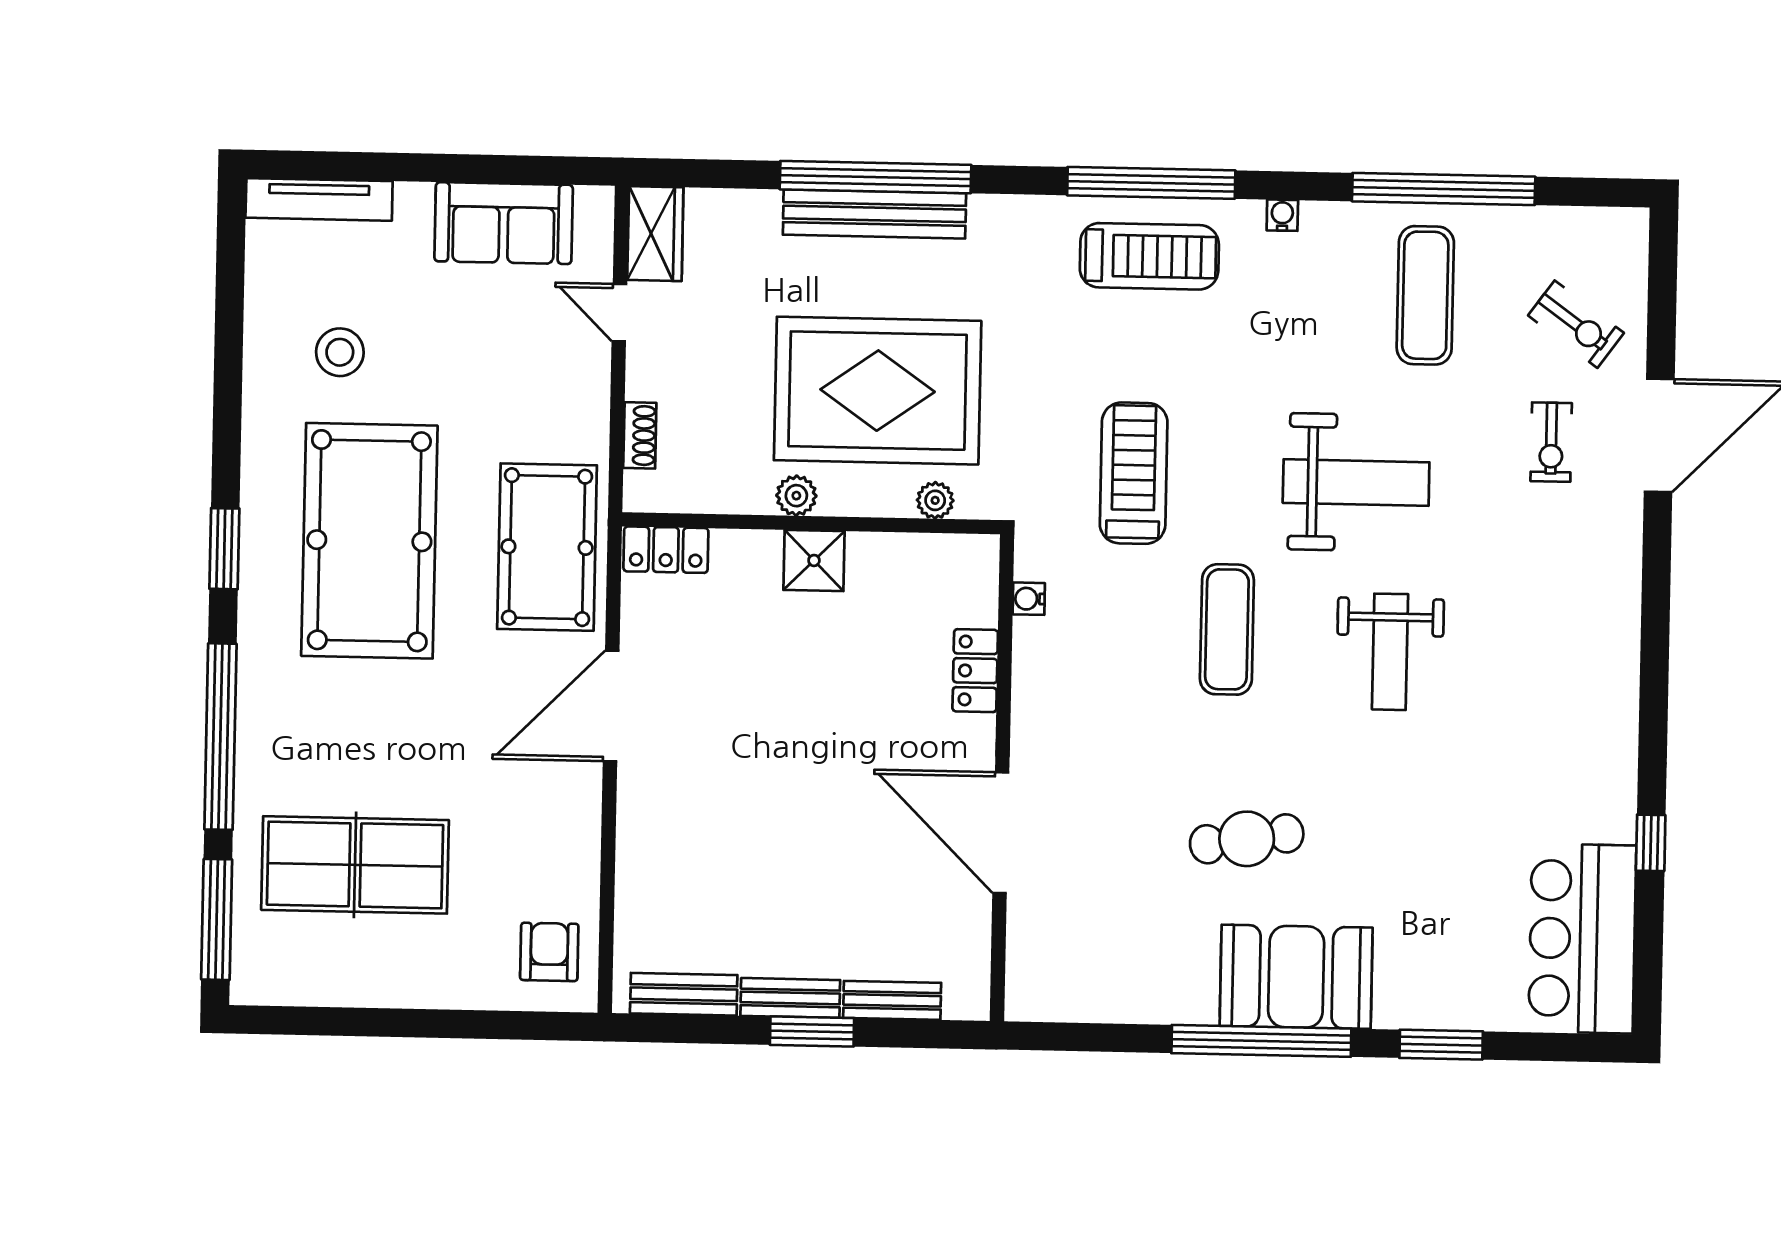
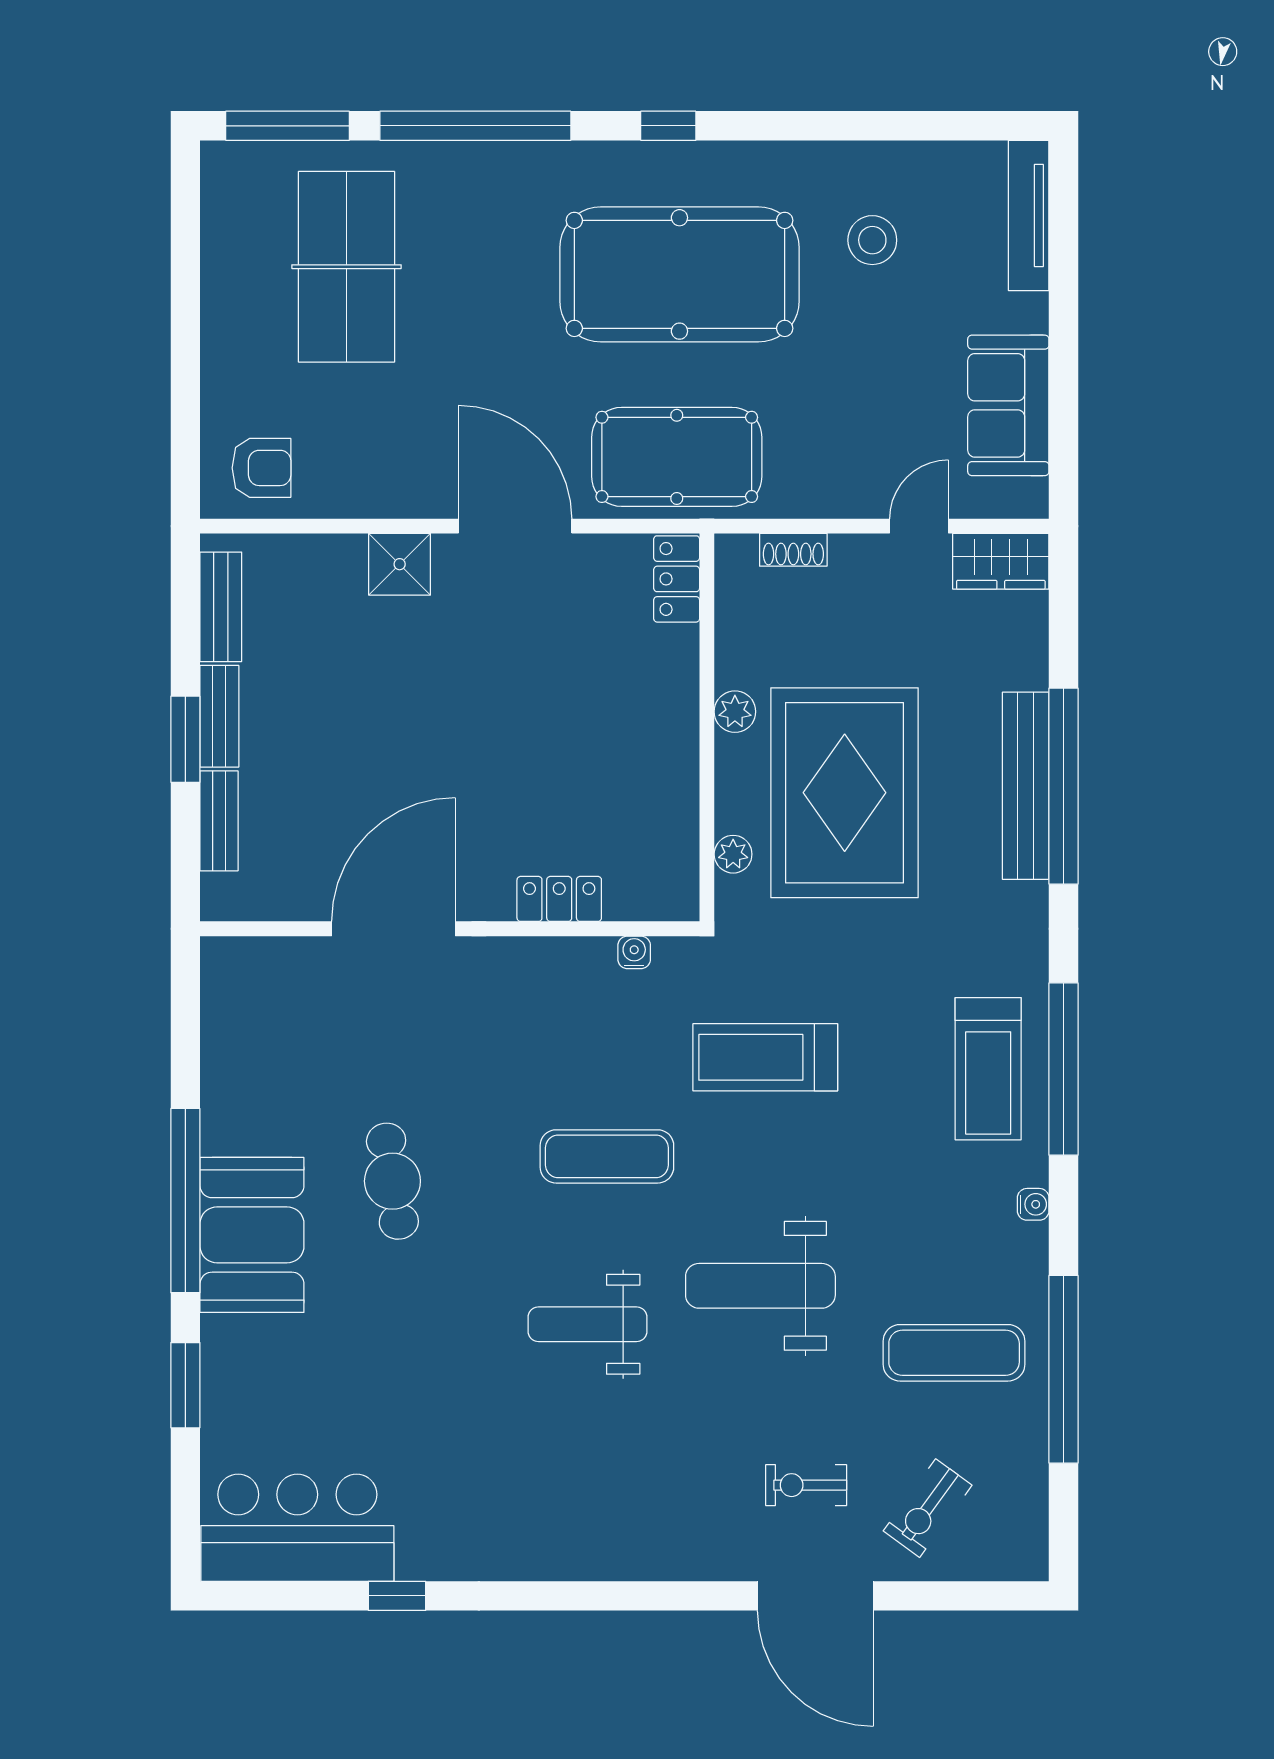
treadmill: (1134, 473) -> (765, 1057), turned 180
weight bench: (1356, 483) -> (760, 1286), turned 90
window: (224, 549) -> (668, 126), width x0.67
shower: (814, 560) -> (400, 564), moved

